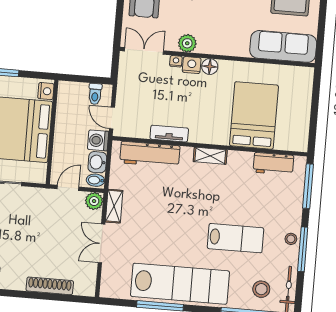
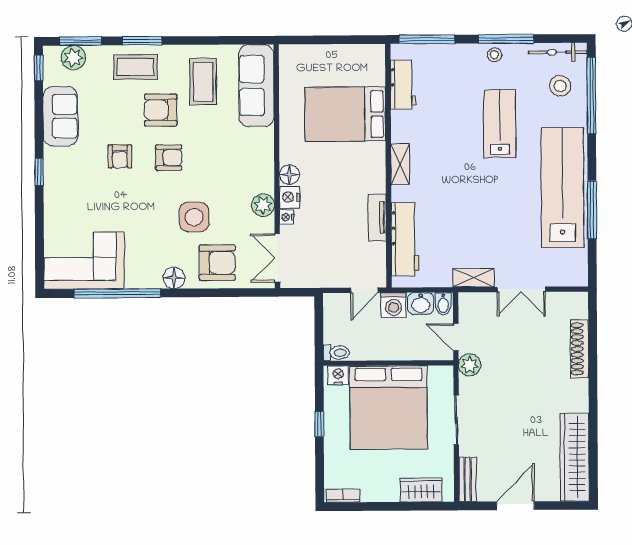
toilet: (95, 94) -> (336, 353), moved
plant: (94, 201) -> (470, 365), moved

